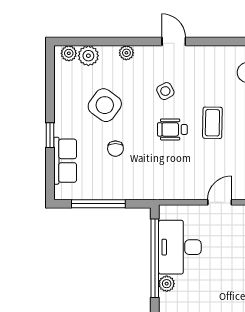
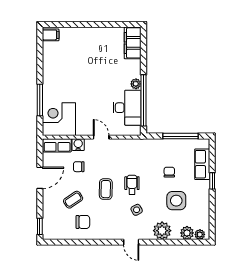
plant: (126, 53) -> (162, 231), width x1.87, depth x1.87
side table: (105, 105) -> (176, 201), turned -36
wheelchair: (172, 129) -> (132, 185), turned -90
door: (220, 202) -> (101, 137), swing flipped

